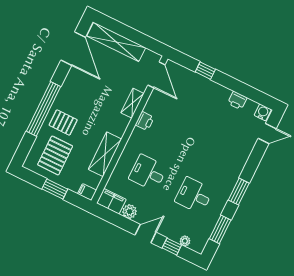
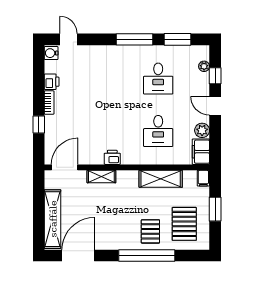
bookcase: (220, 89) -> (49, 103), added
pallet: (55, 155) -> (184, 224), turned 90
window: (239, 192) -> (135, 39), width x1.44

